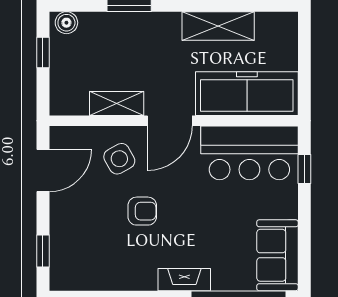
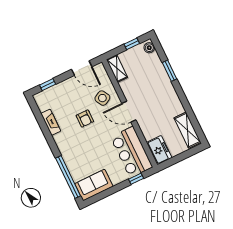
shelving: (218, 26) -> (187, 130), moved
freezer: (247, 94) -> (159, 150), width x0.52, depth x0.79
shelving: (117, 104) -> (117, 68), moved
fireplace: (184, 280) -> (51, 122), moved

